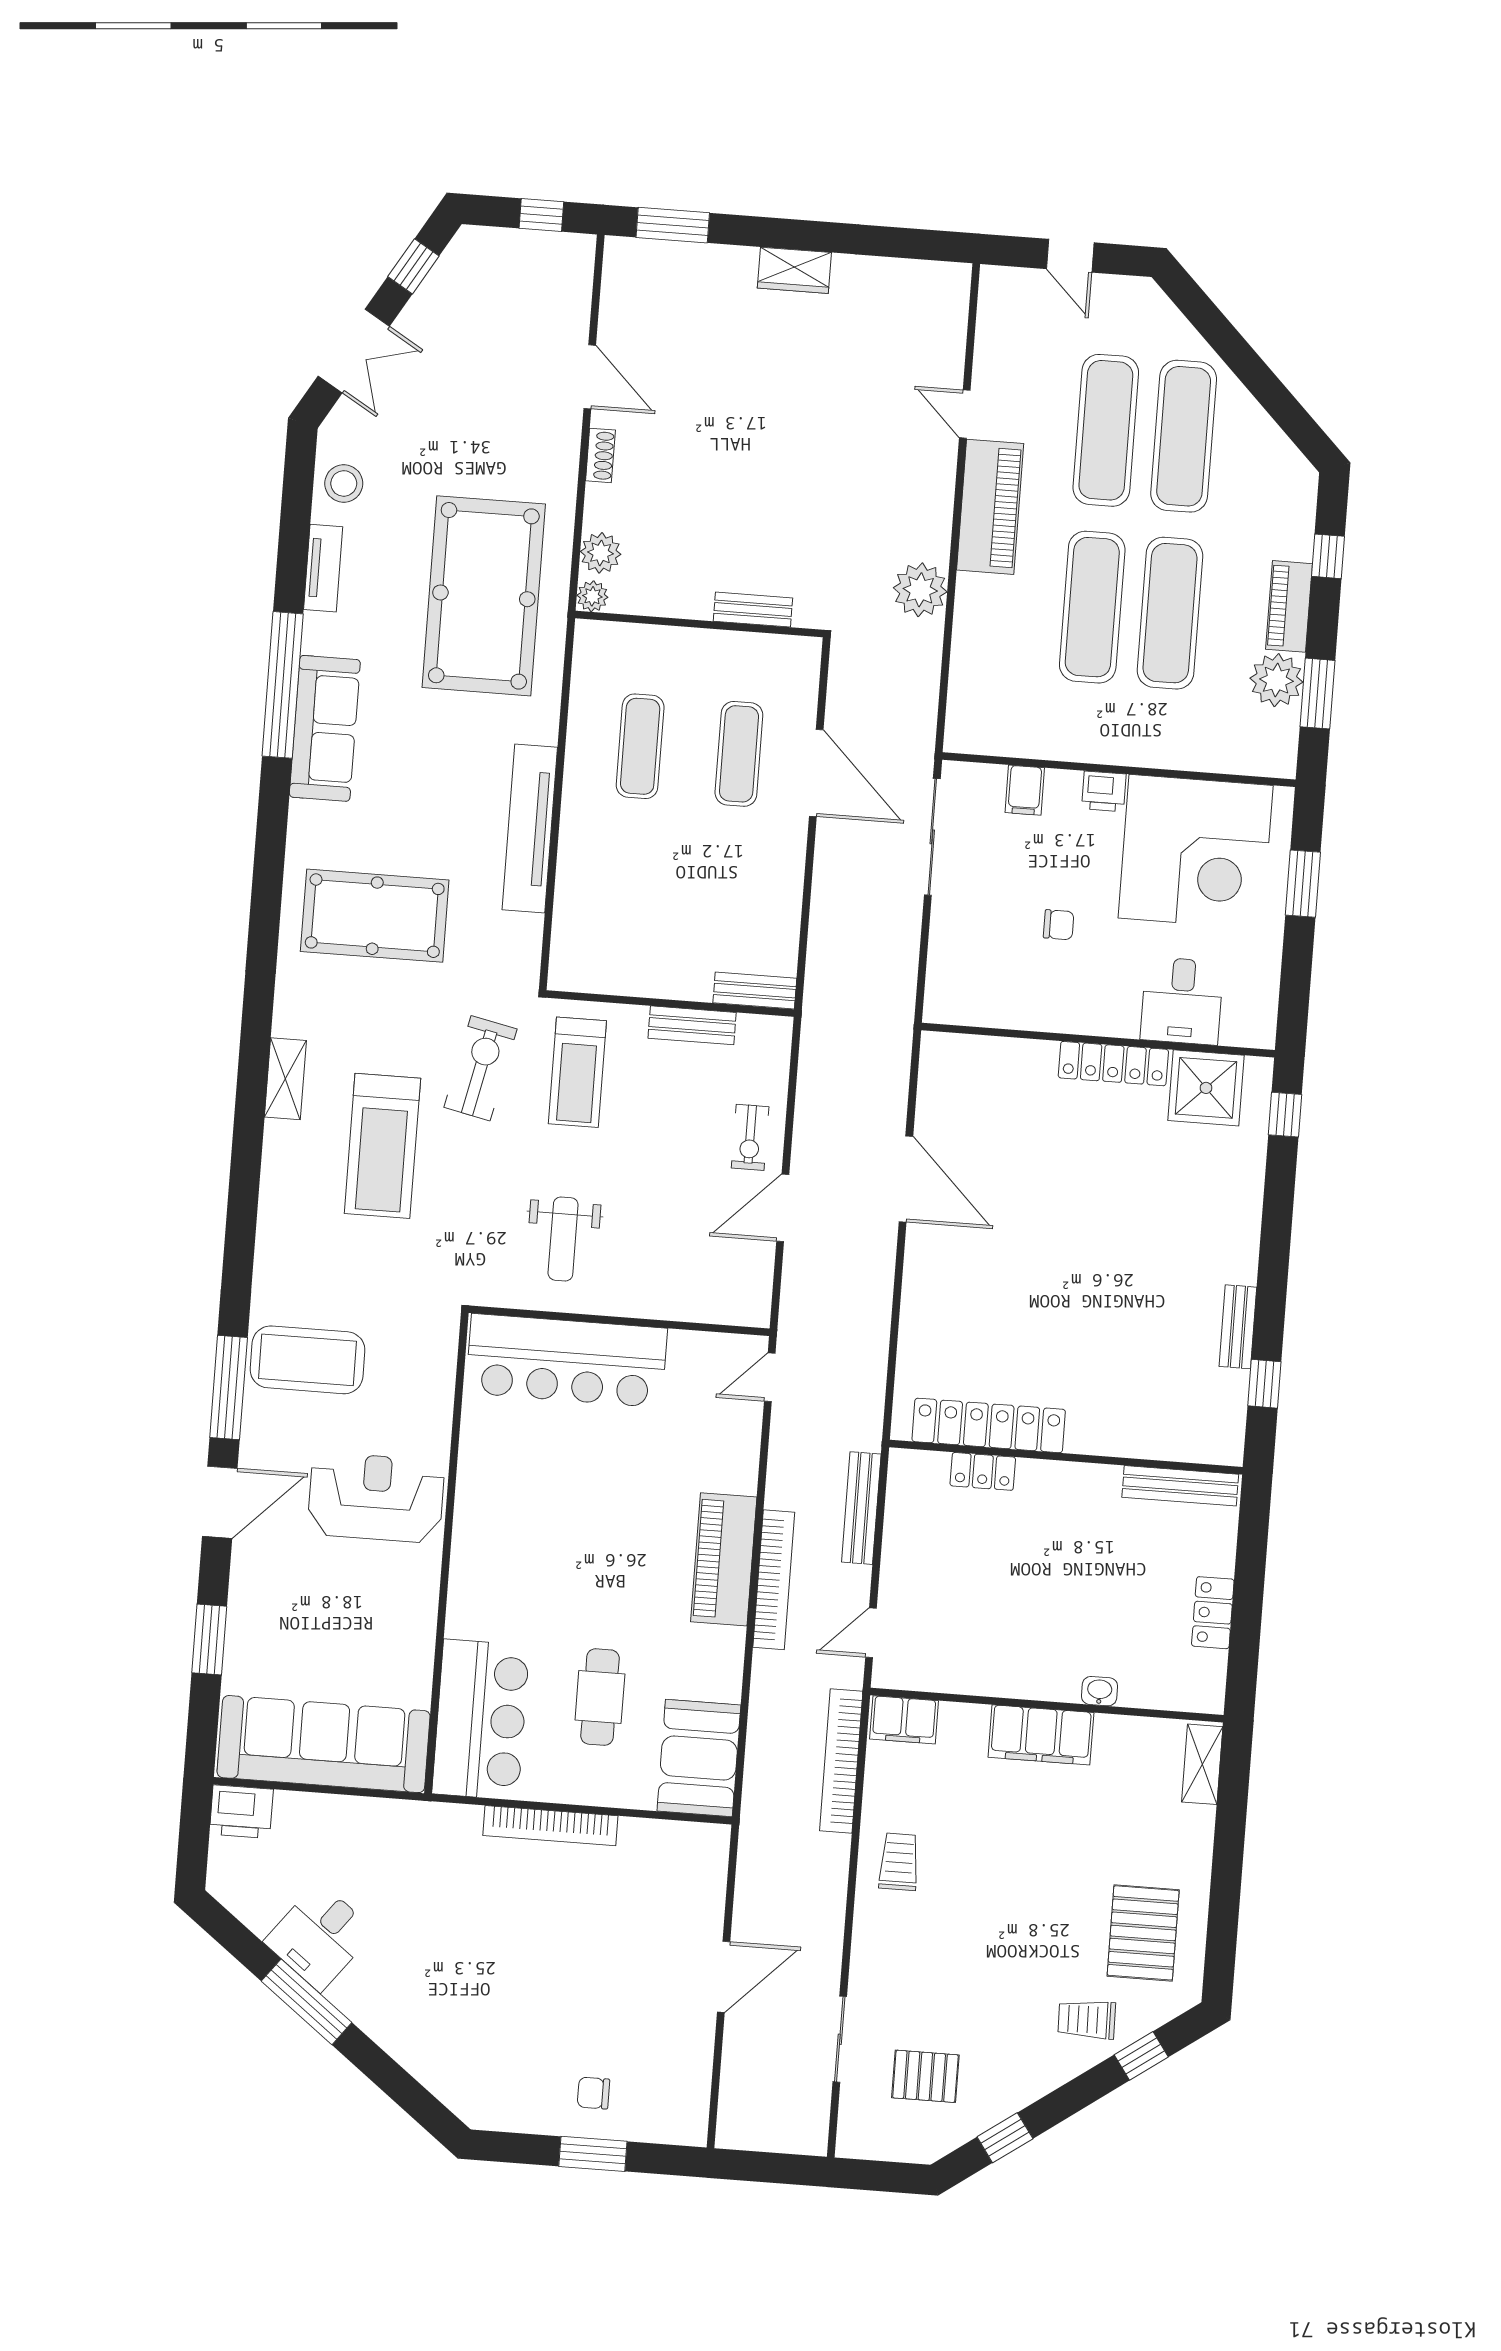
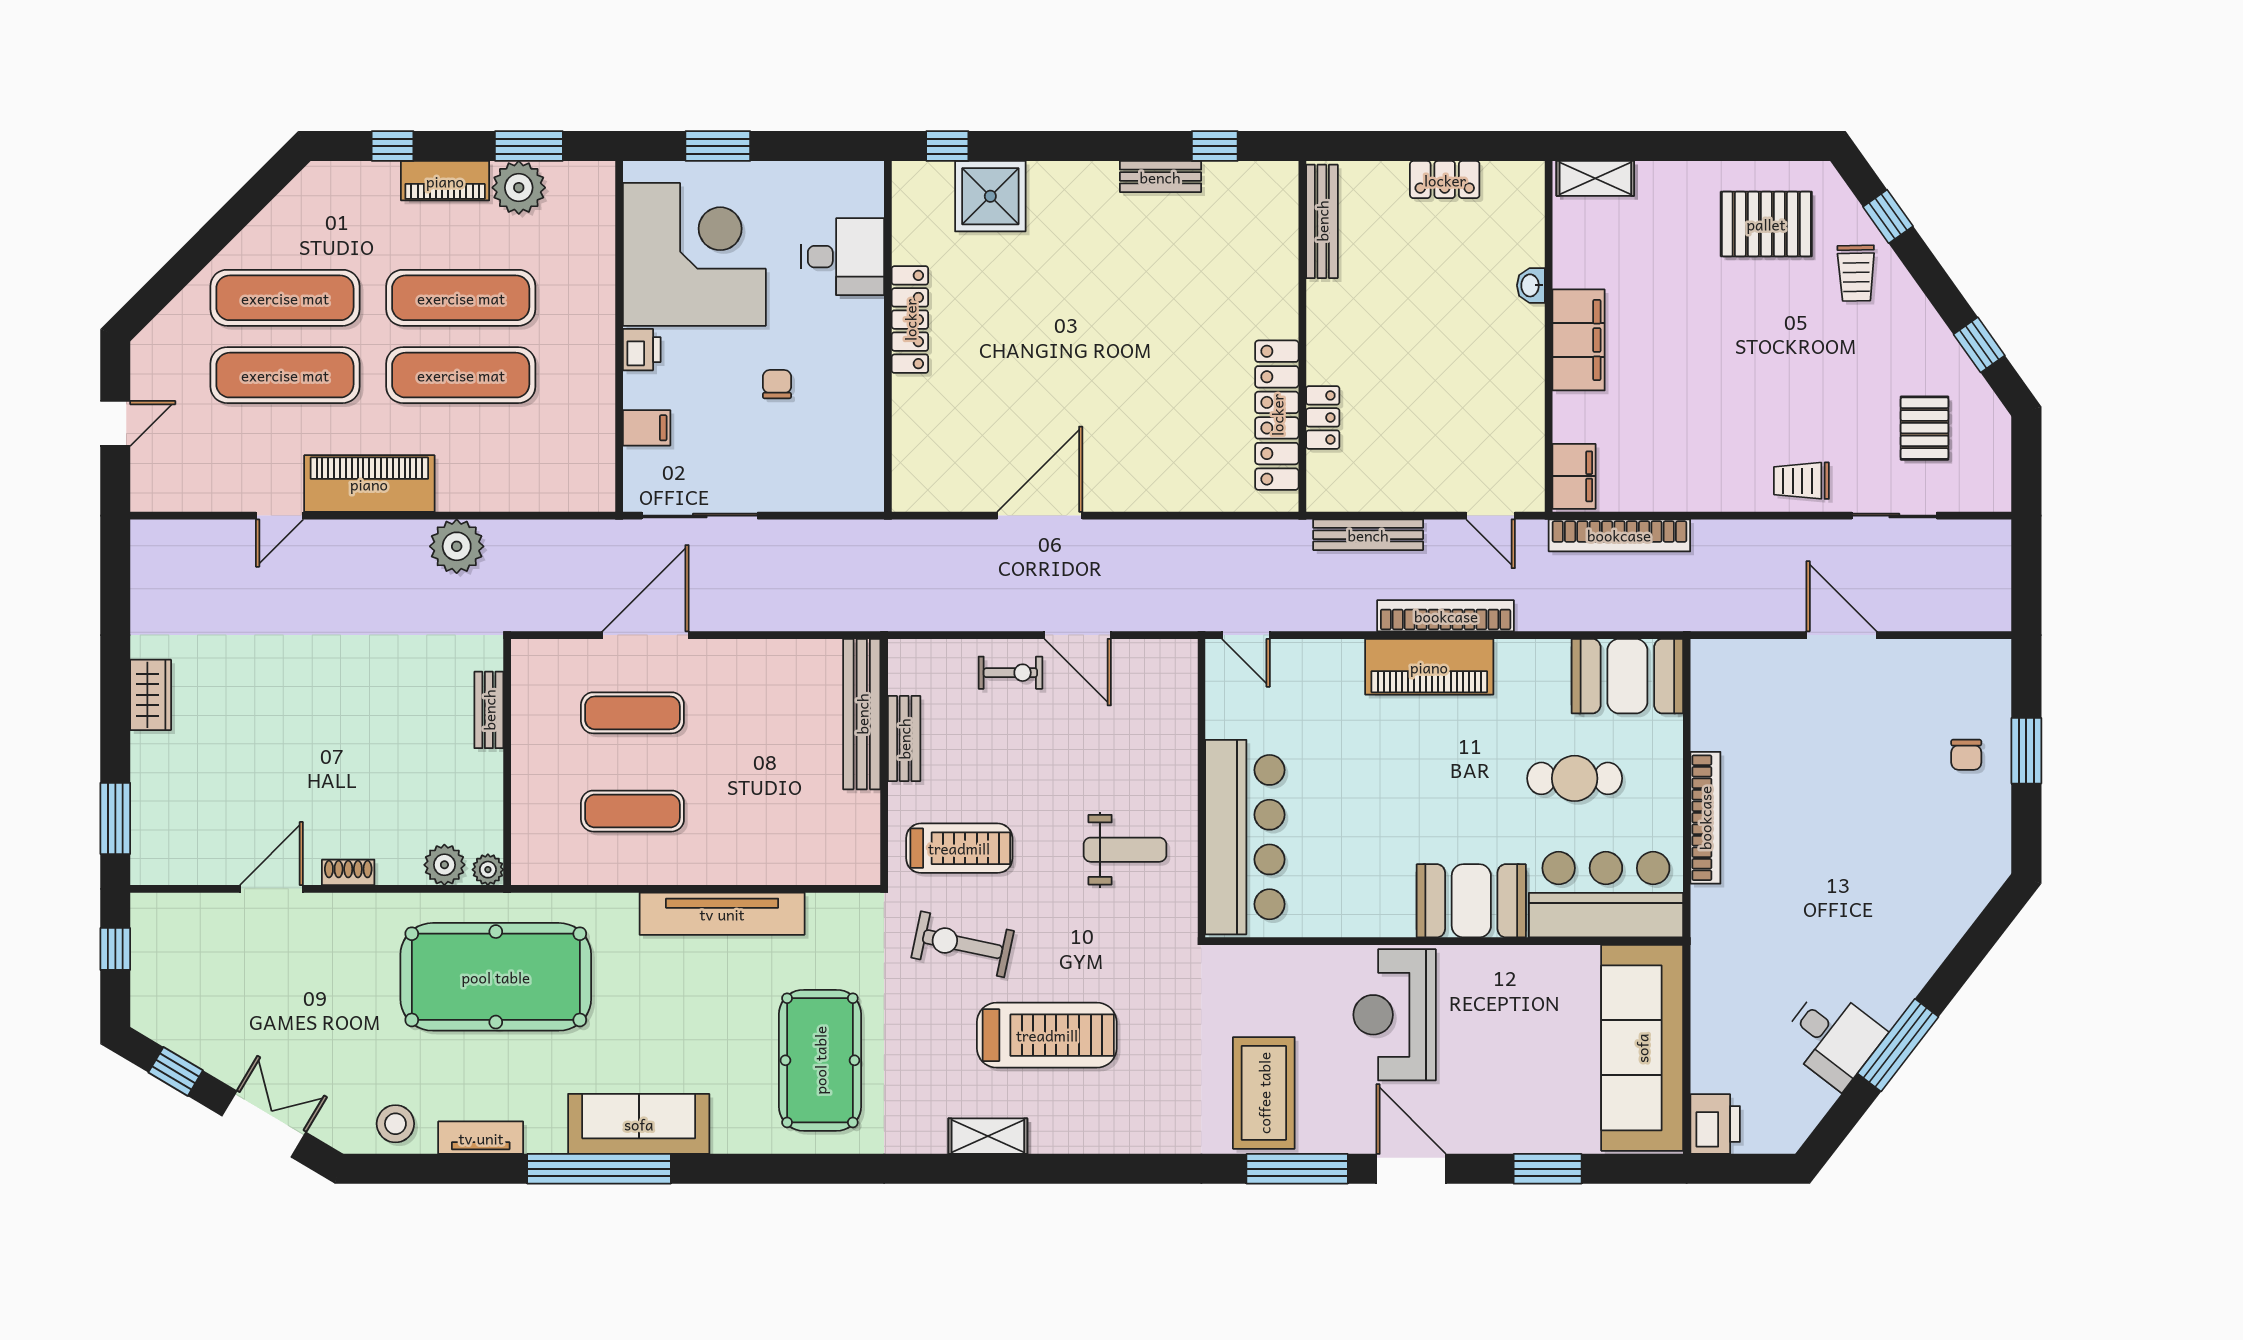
bench: (755, 991) -> (862, 714), width x1.86, depth x1.21
shower: (1206, 1088) -> (990, 196), moved
booth: (485, 1584) -> (1471, 901), added
trolley: (899, 1862) -> (1801, 481), moved

